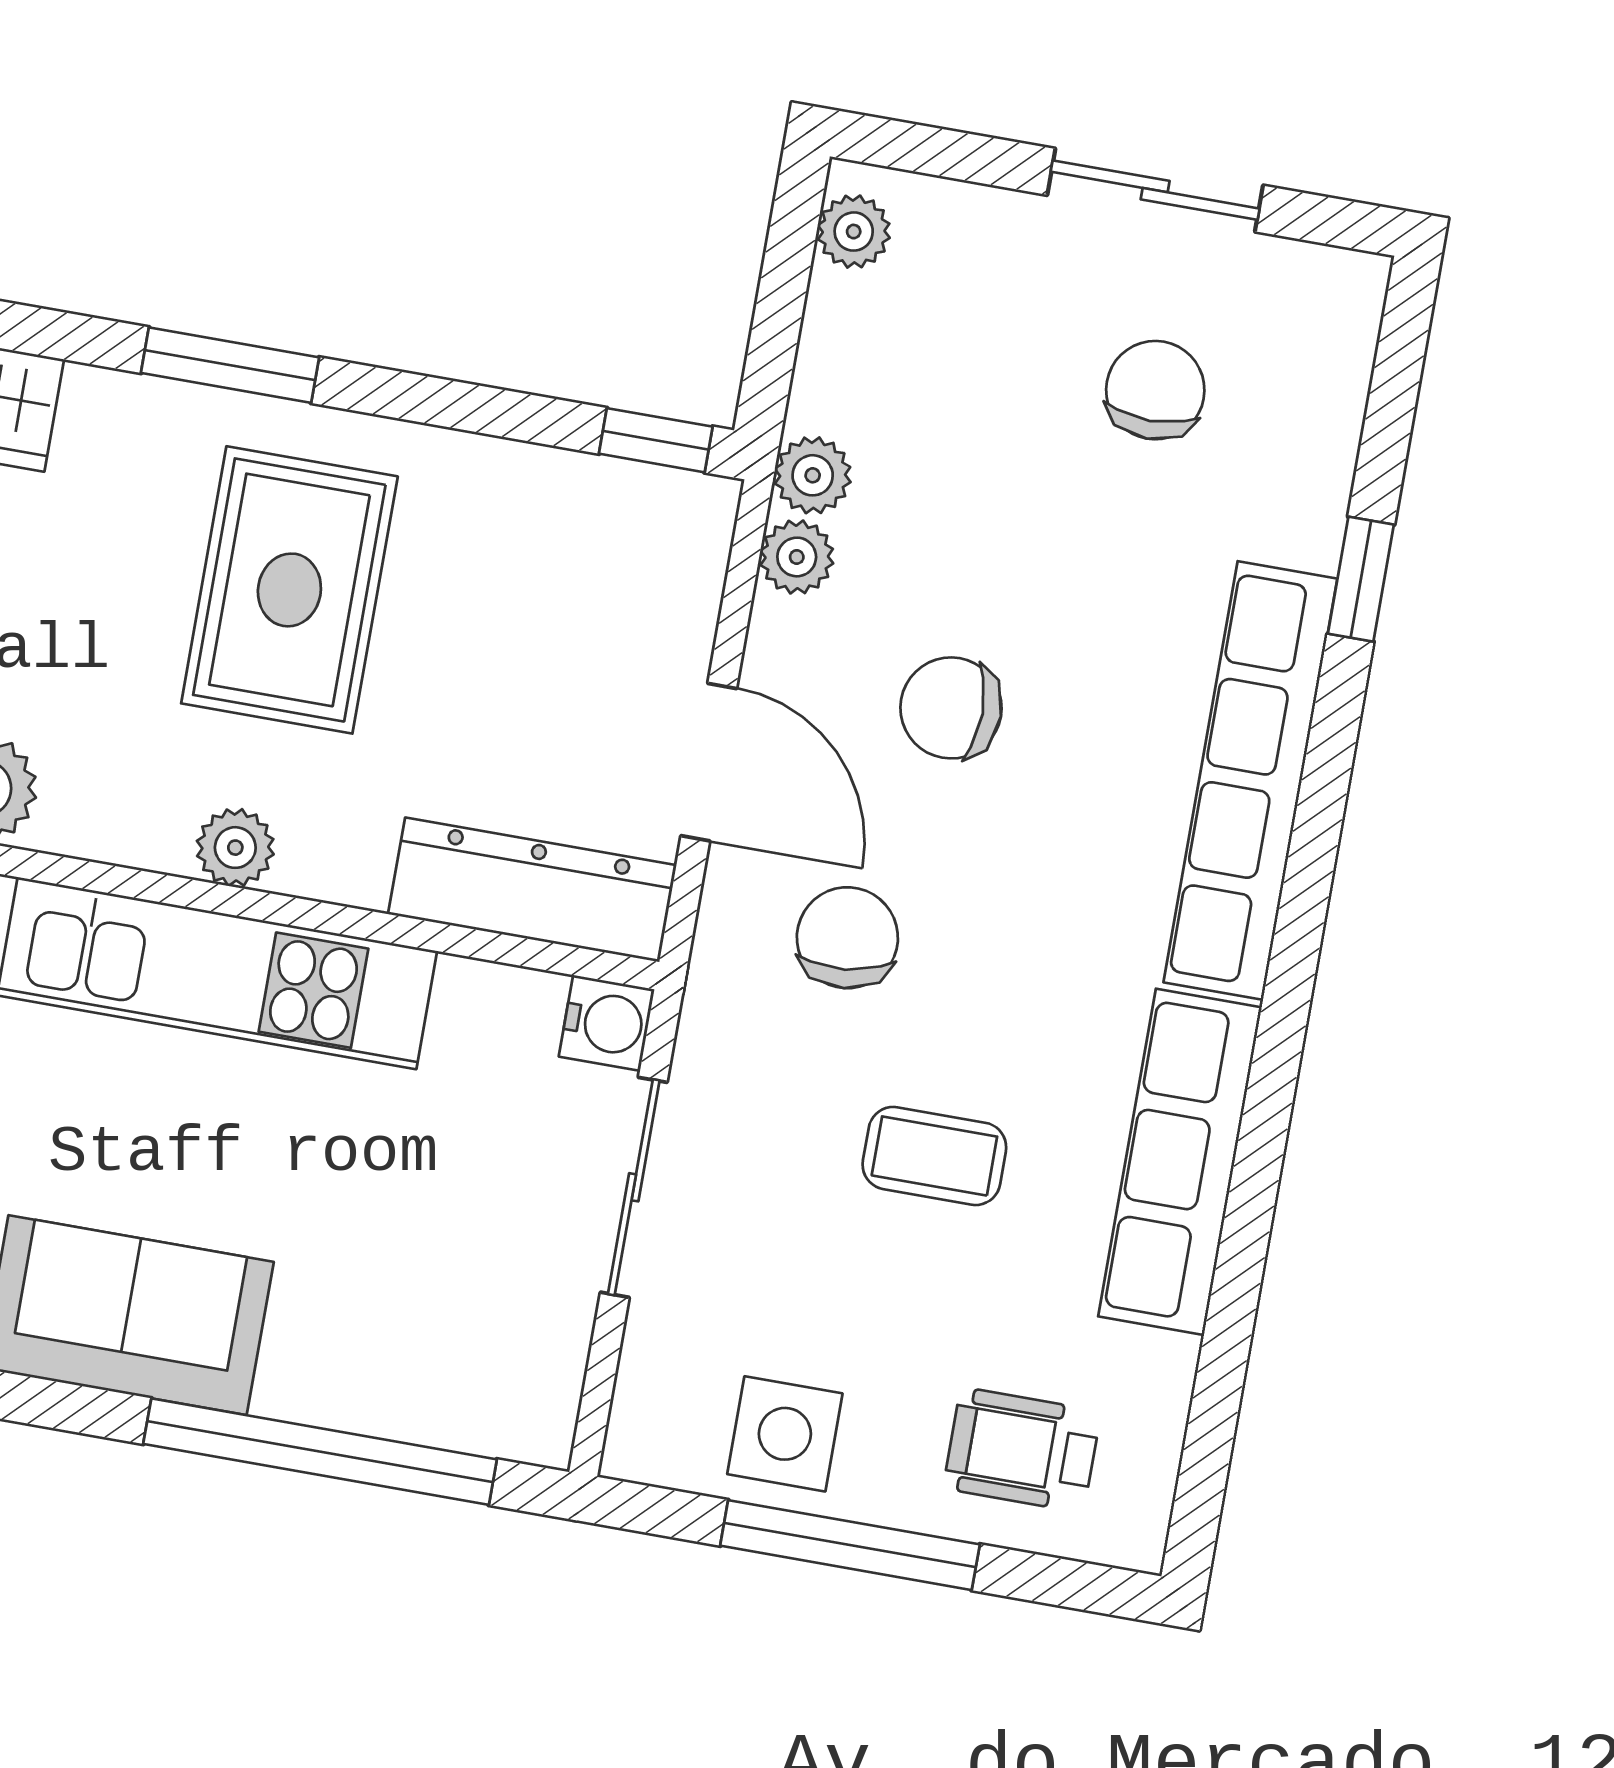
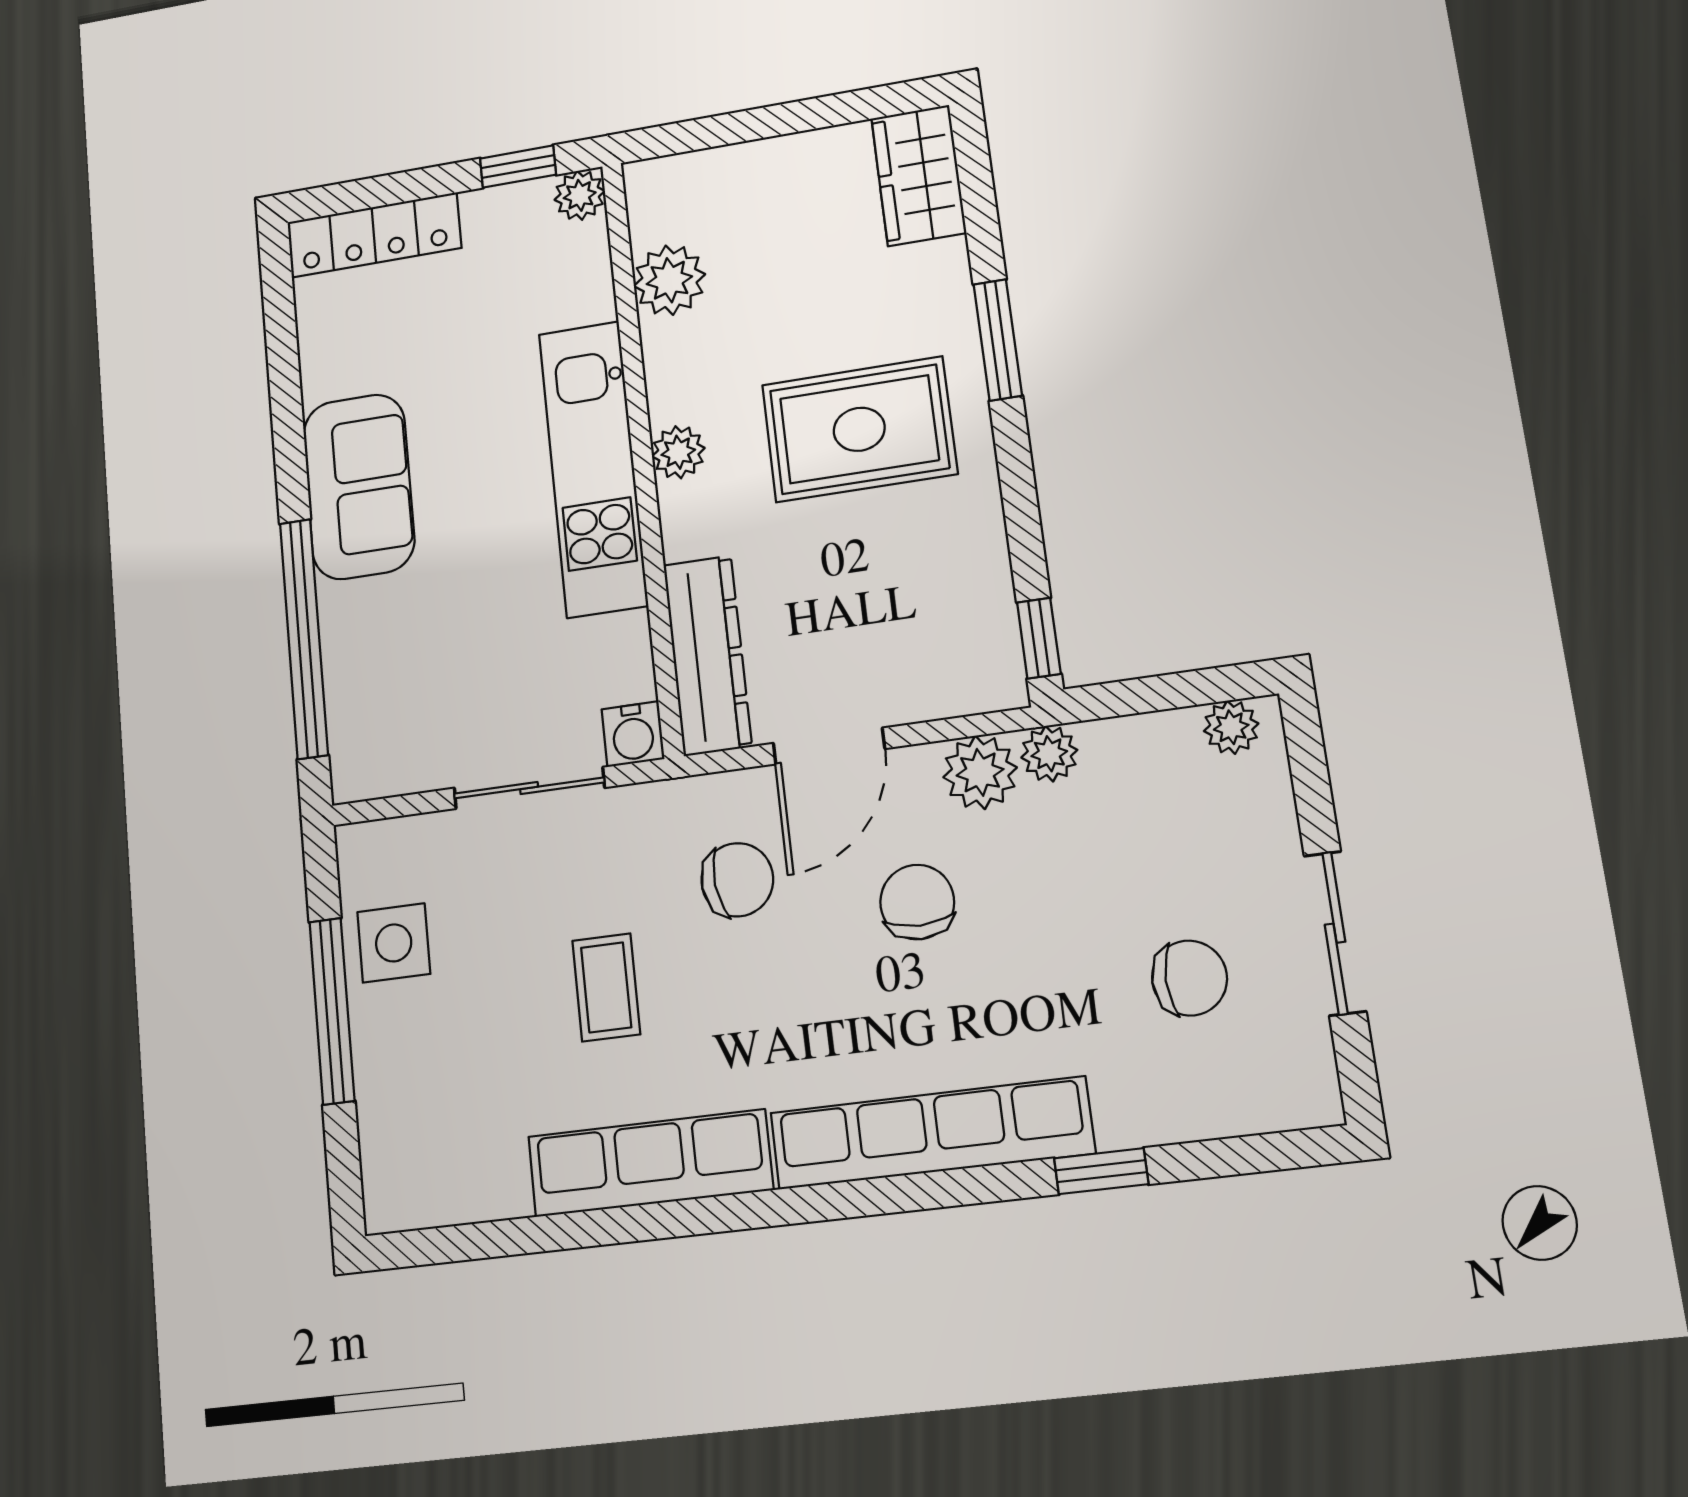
plant: (797, 557) -> (980, 772), width x1.38, depth x1.38
wheelchair: (1022, 1450) -> (425, 1111), removed

